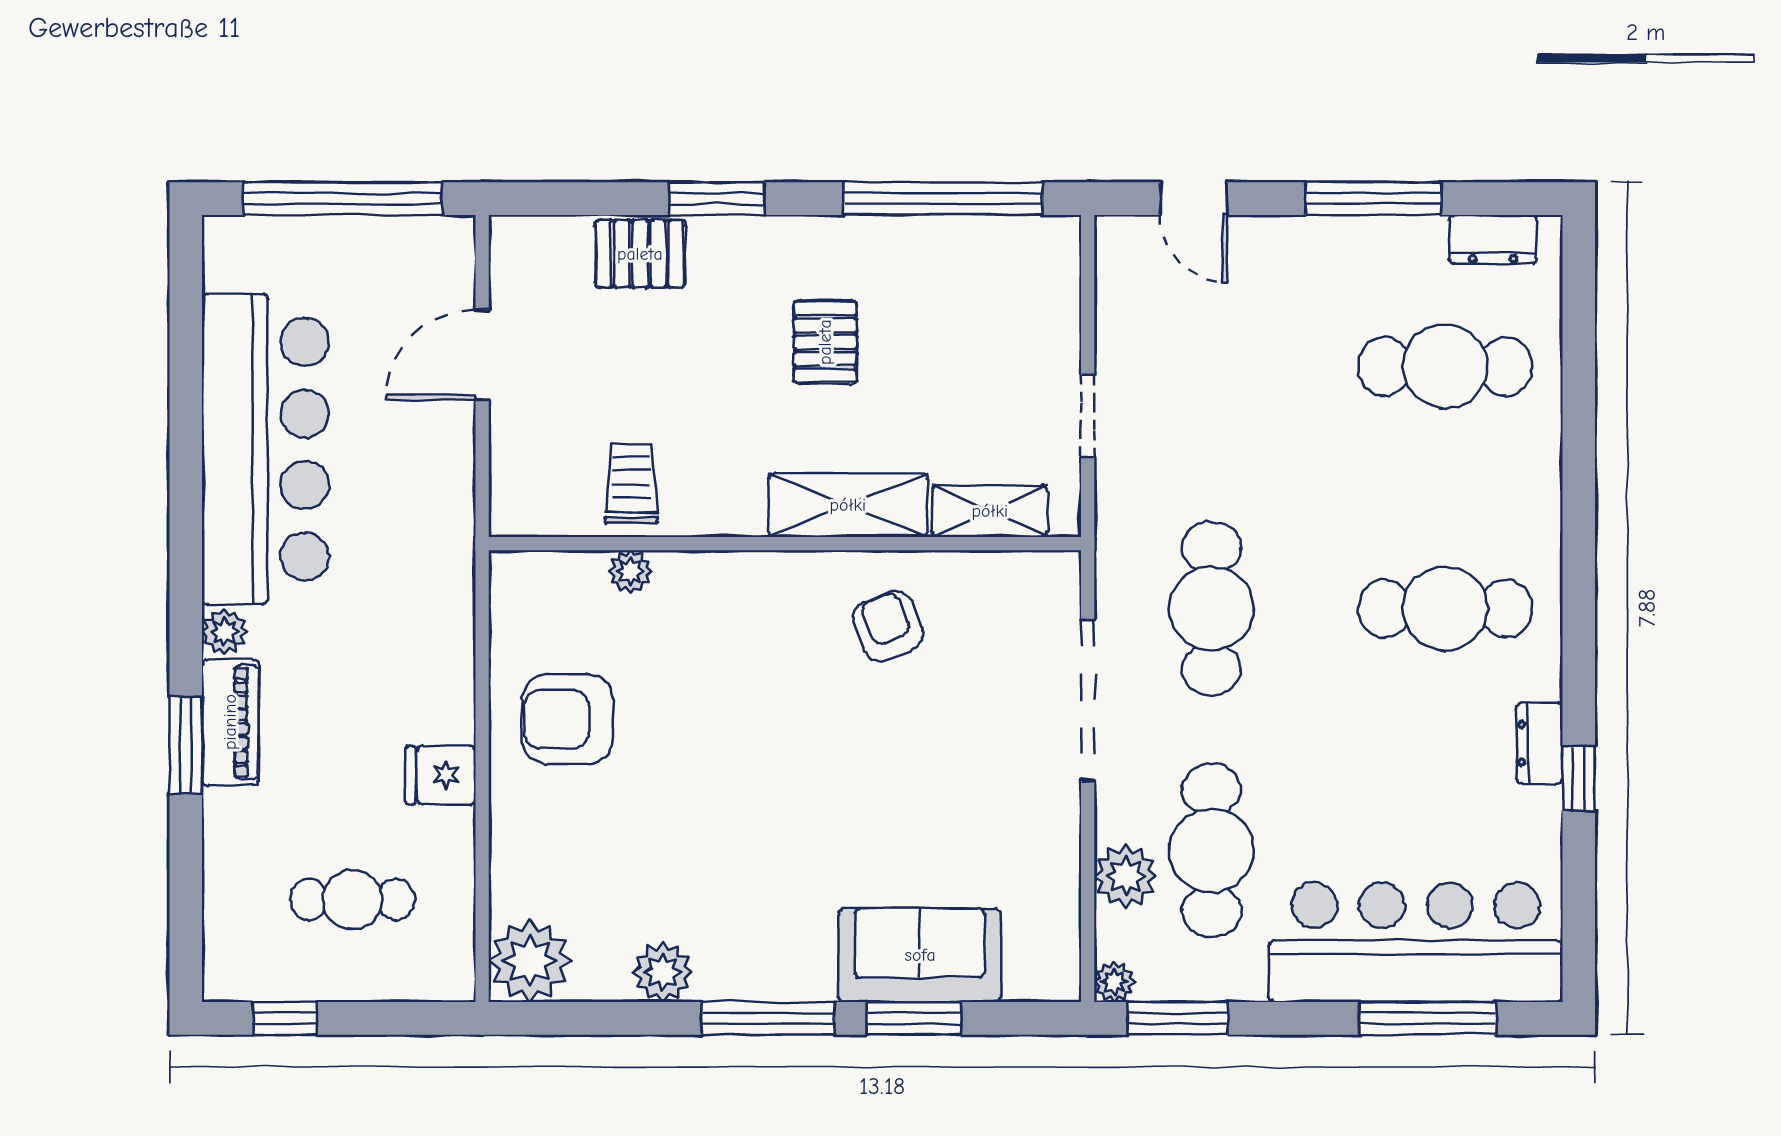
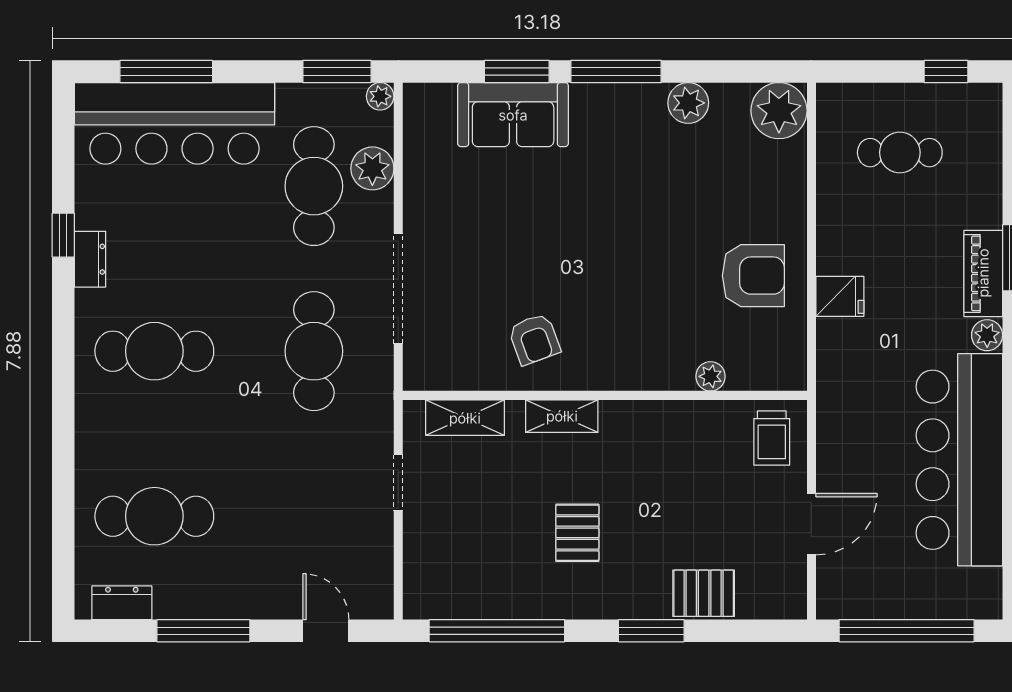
trolley: (631, 484) -> (772, 438), moved
shelving: (848, 505) -> (562, 416), width x0.67, depth x0.75
fridge: (441, 775) -> (840, 296), moved

